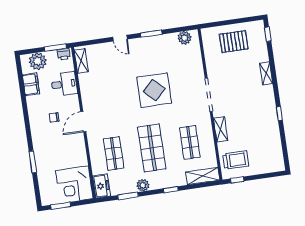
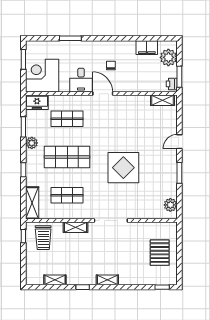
shelving: (266, 73) -> (107, 280), moved
desk: (64, 84) -> (81, 80), moved
shelving: (276, 142) -> (55, 280), added

